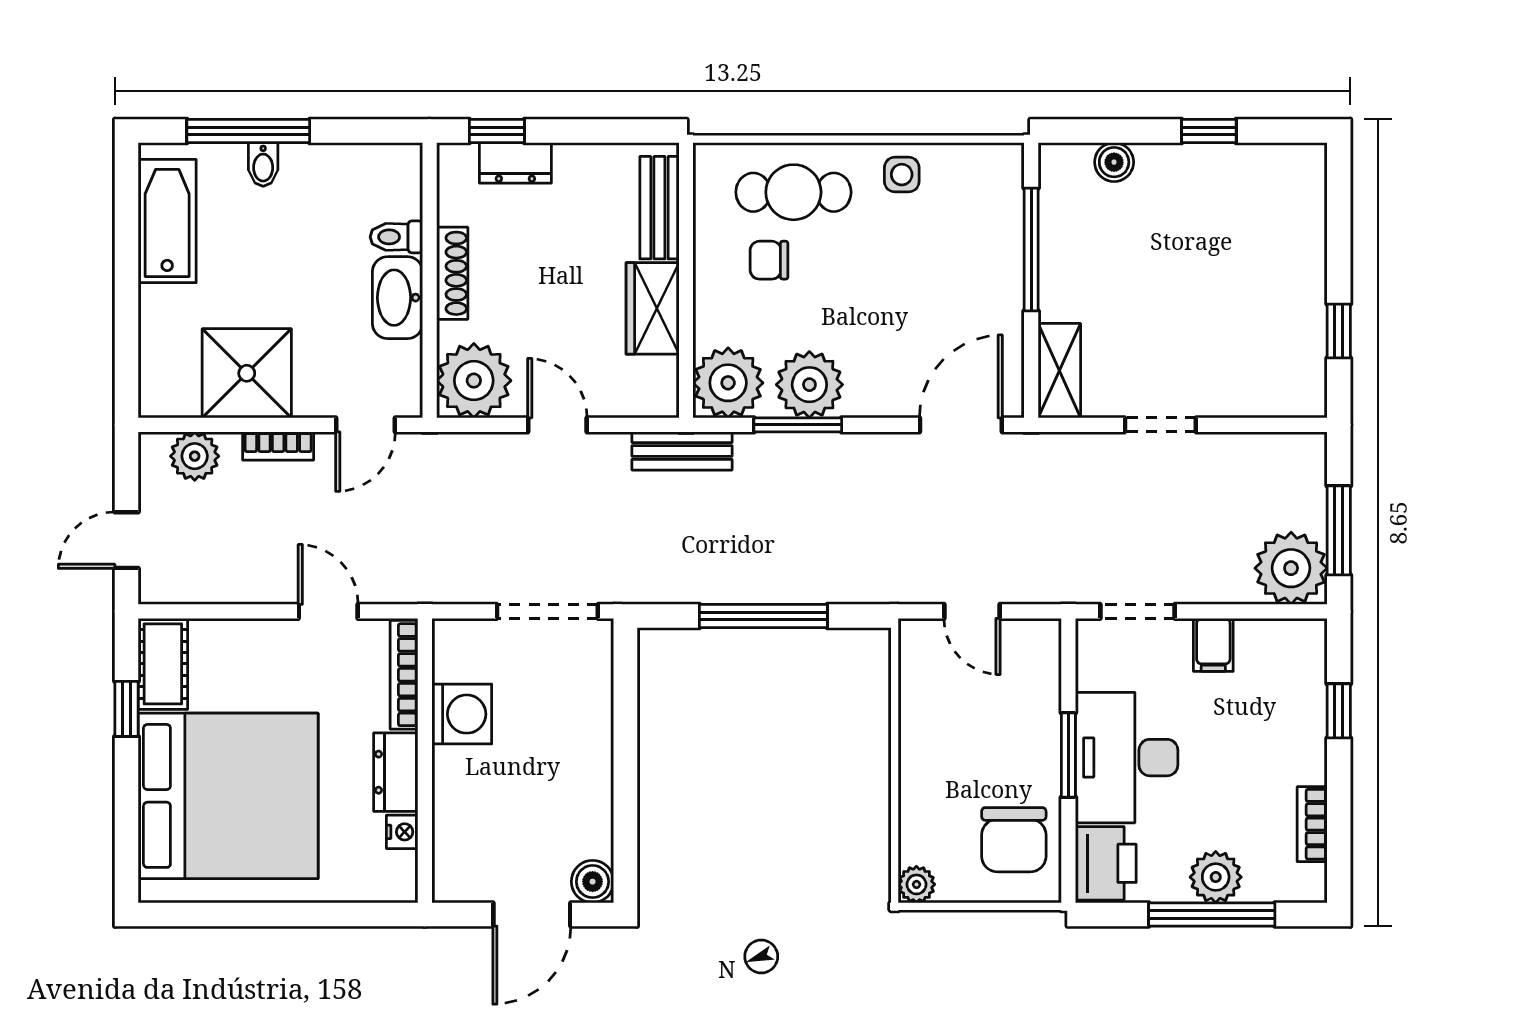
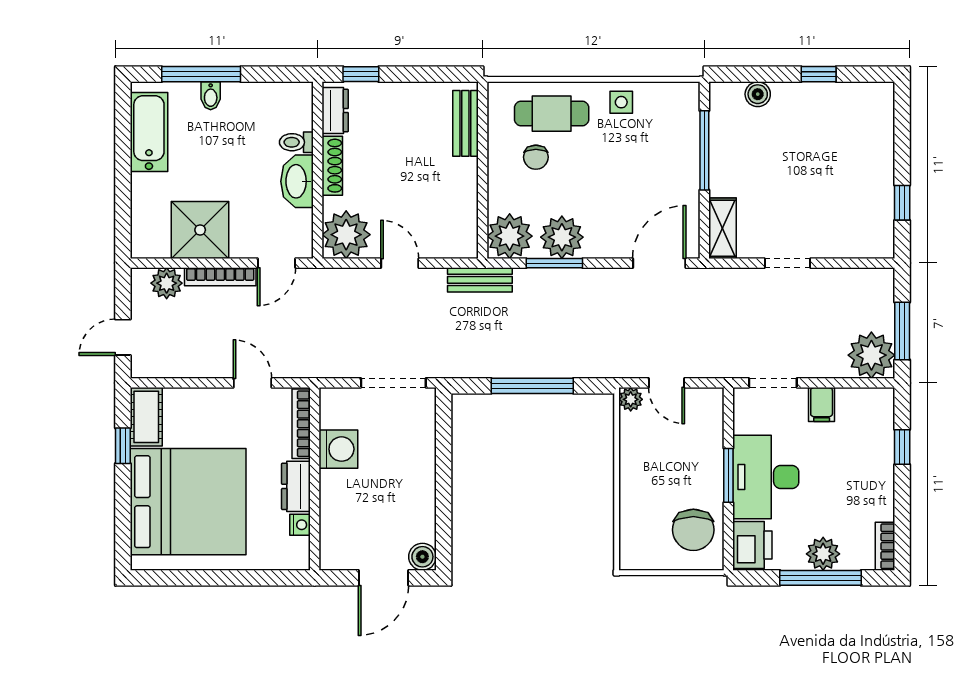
dresser: (515, 163) -> (335, 111), moved, turned -90
chair: (769, 260) -> (536, 157), turned -90
wardrobe: (653, 308) -> (461, 188), removed
bookcase: (278, 446) -> (220, 277), width x1.56
bookcase: (1312, 824) -> (885, 546), moved
plant: (916, 884) -> (631, 399), moved

